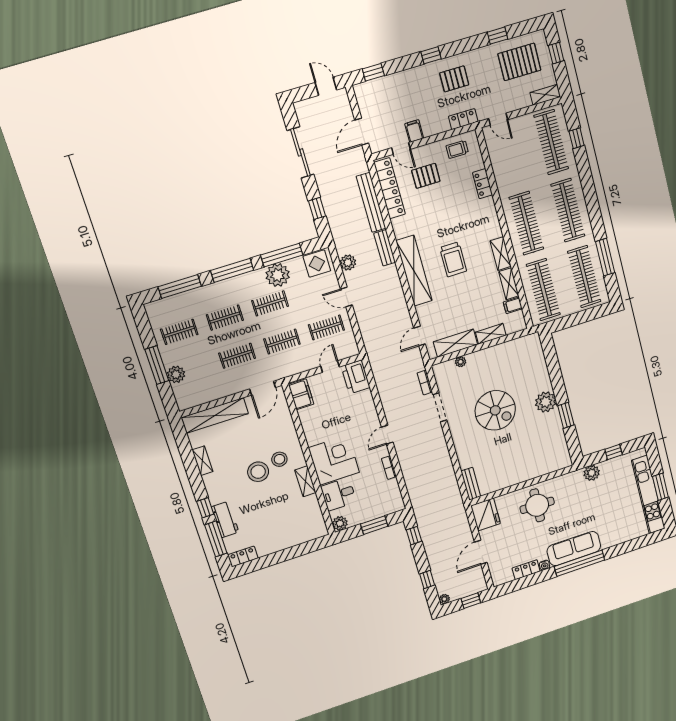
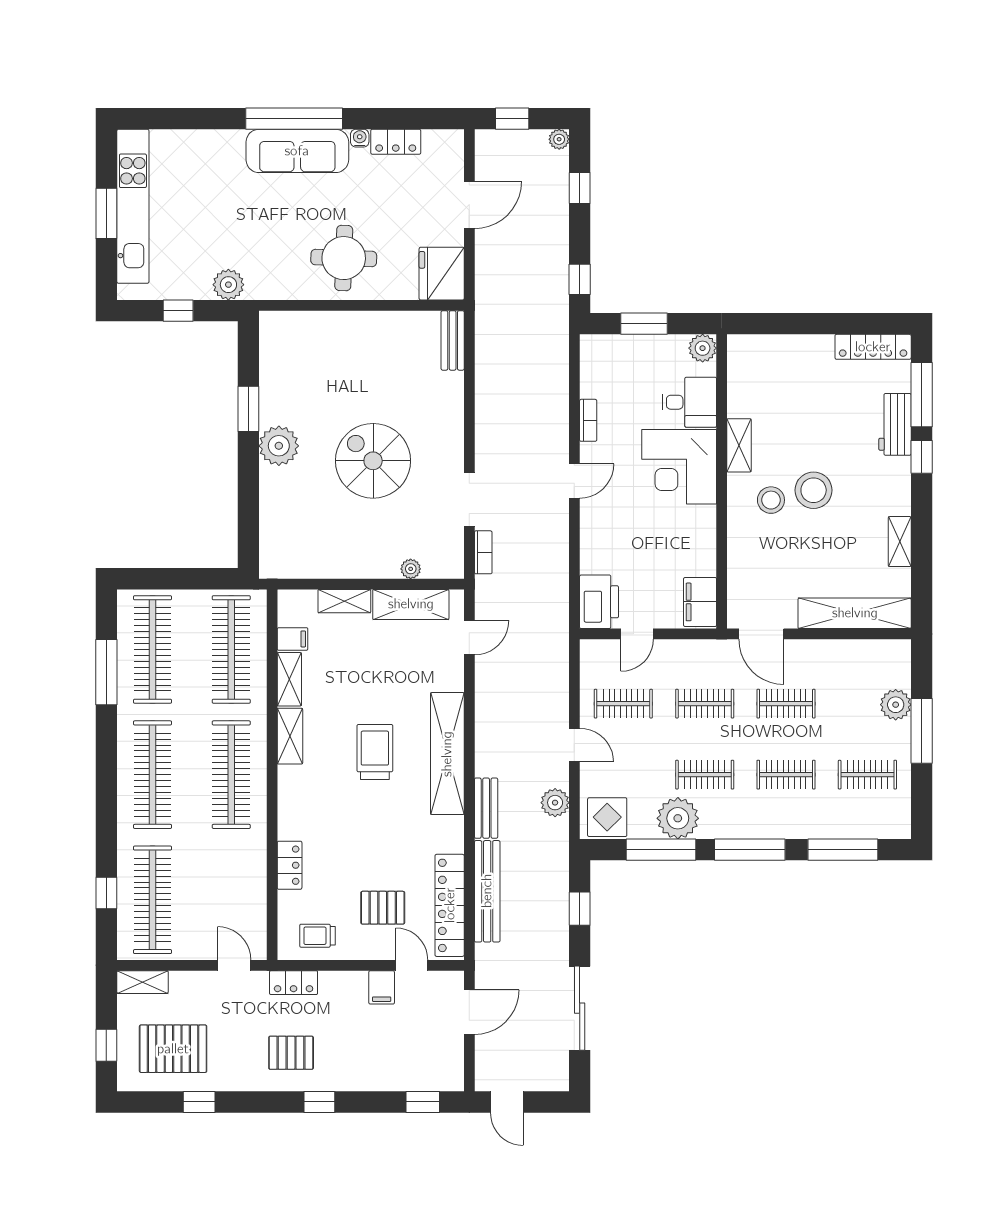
trolley: (457, 149) -> (317, 936), turned 180
door: (263, 388) -> (761, 634), swing flipped
locker: (243, 556) -> (873, 347), width x1.53

